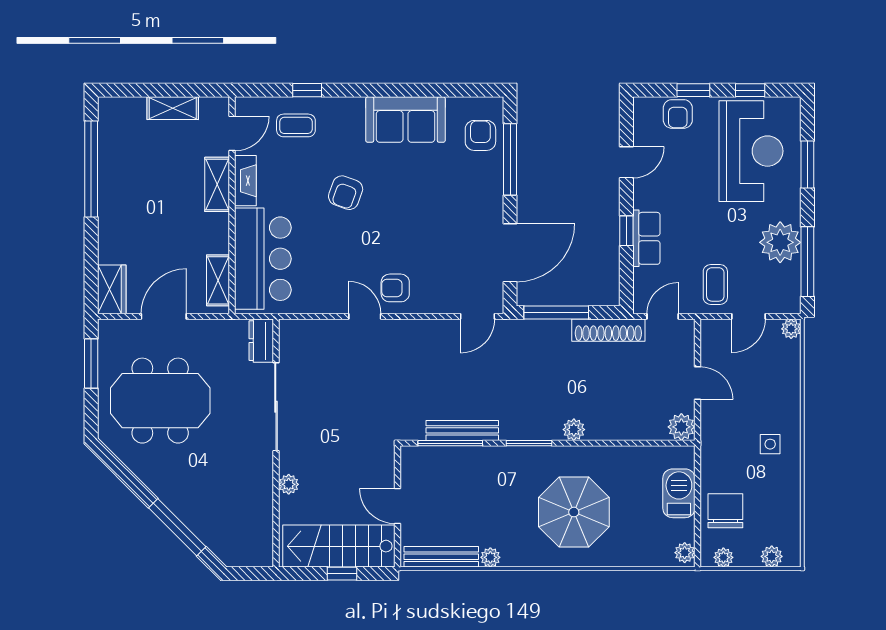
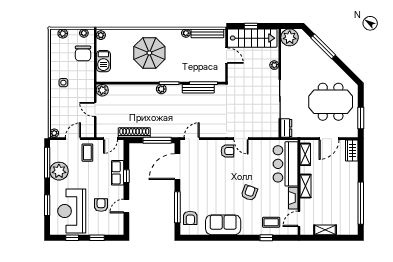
armchair: (678, 114) -> (101, 205), moved
shelving: (217, 184) -> (306, 186), moved
plant: (574, 430) -> (161, 89), moved
plant: (254, 548) -> (290, 37), added

